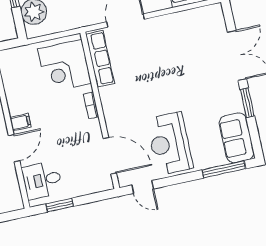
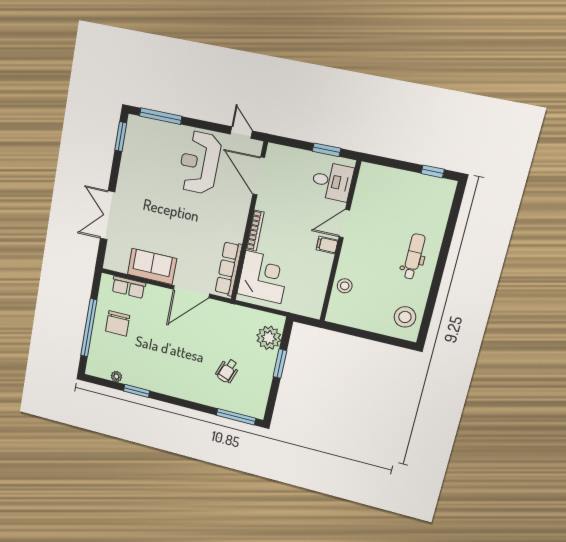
window: (247, 103) -> (121, 136), moved
bookcase: (91, 105) -> (255, 231), width x1.56
sofa: (237, 138) -> (152, 266), moved, turned -90
reception desk: (170, 143) -> (199, 163), turned 180

